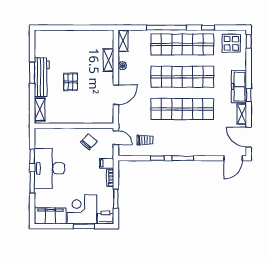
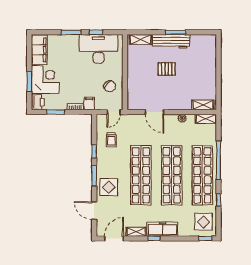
shelving: (108, 60) -> (203, 105), moved
display table: (195, 143) -> (109, 187), added
door: (233, 158) -> (94, 211), moved
desk: (50, 168) -> (99, 49), moved

